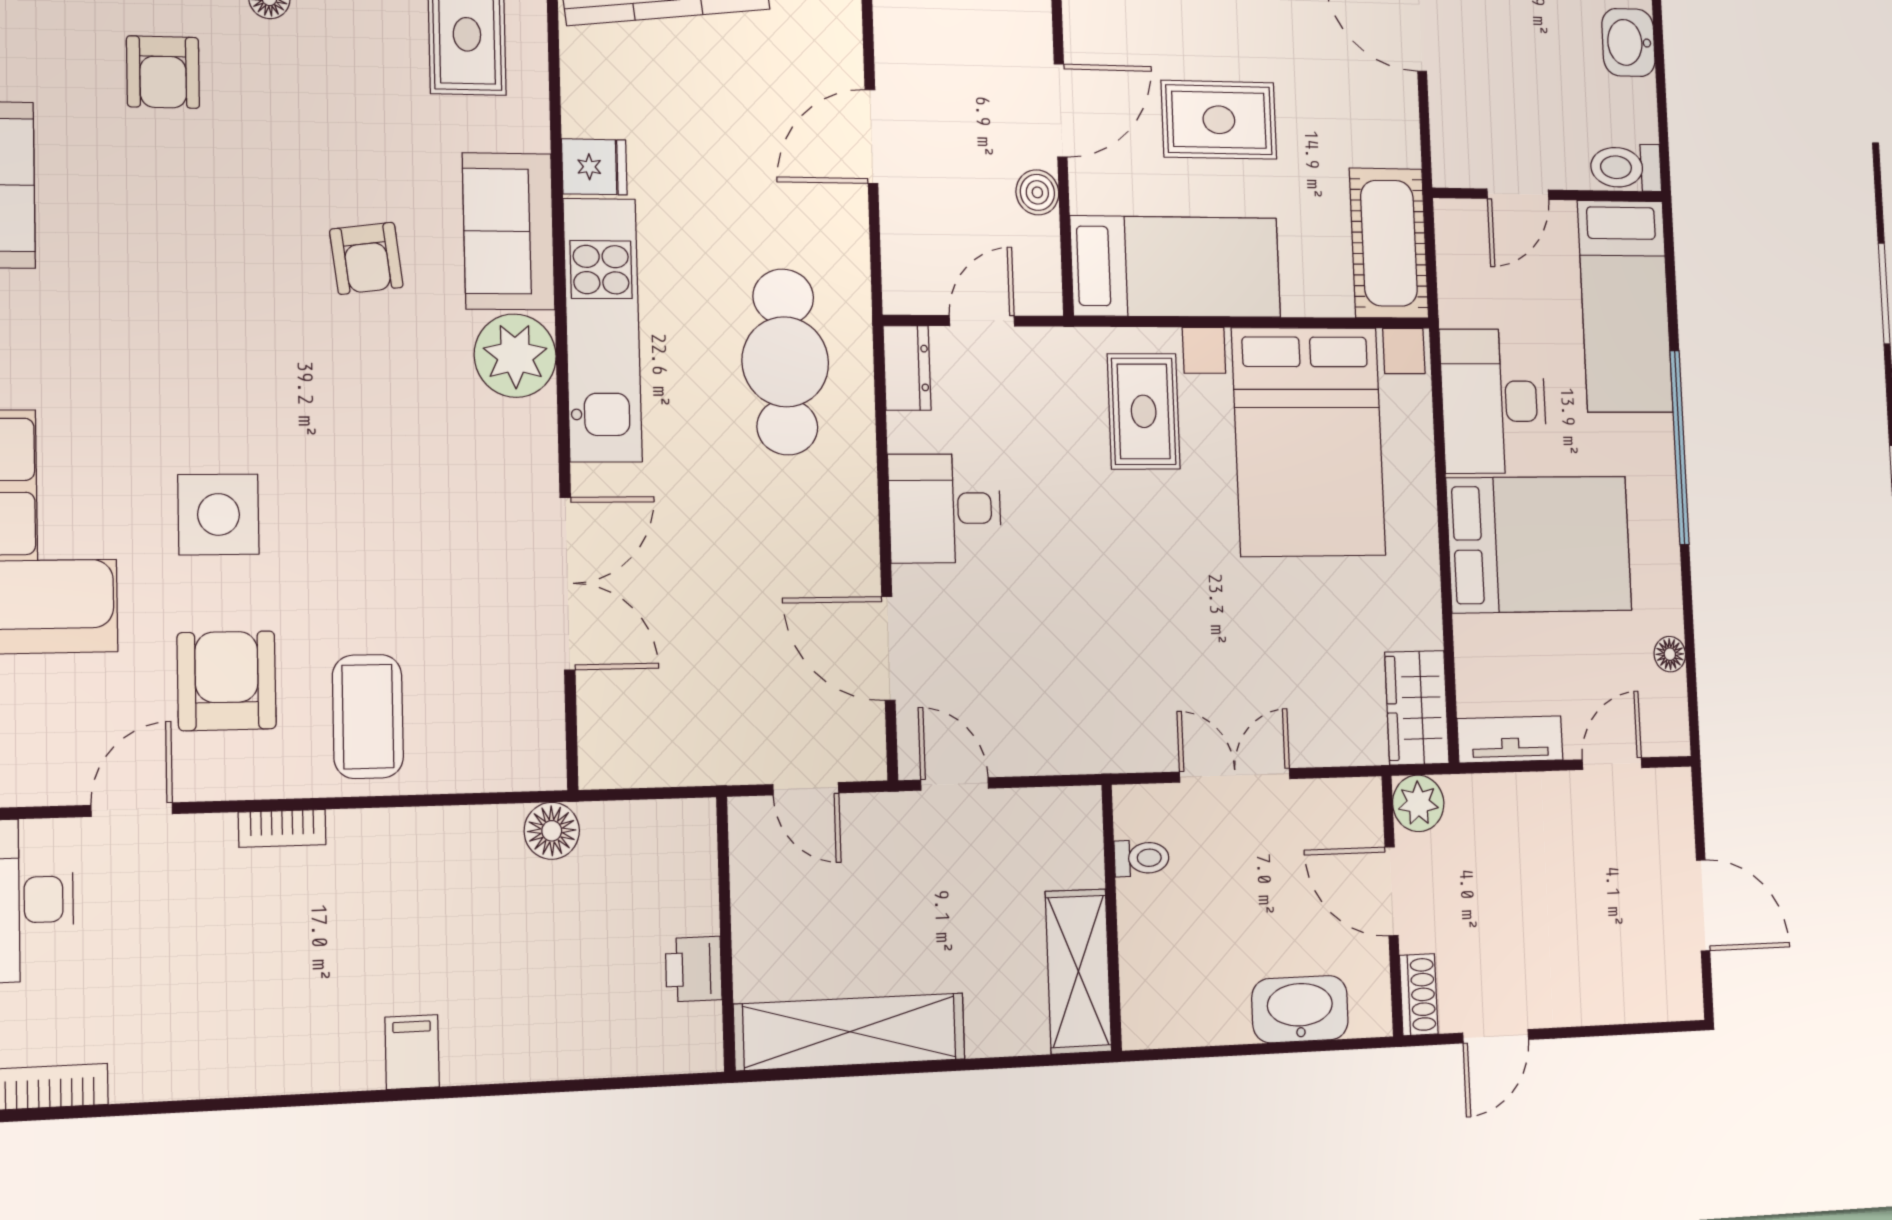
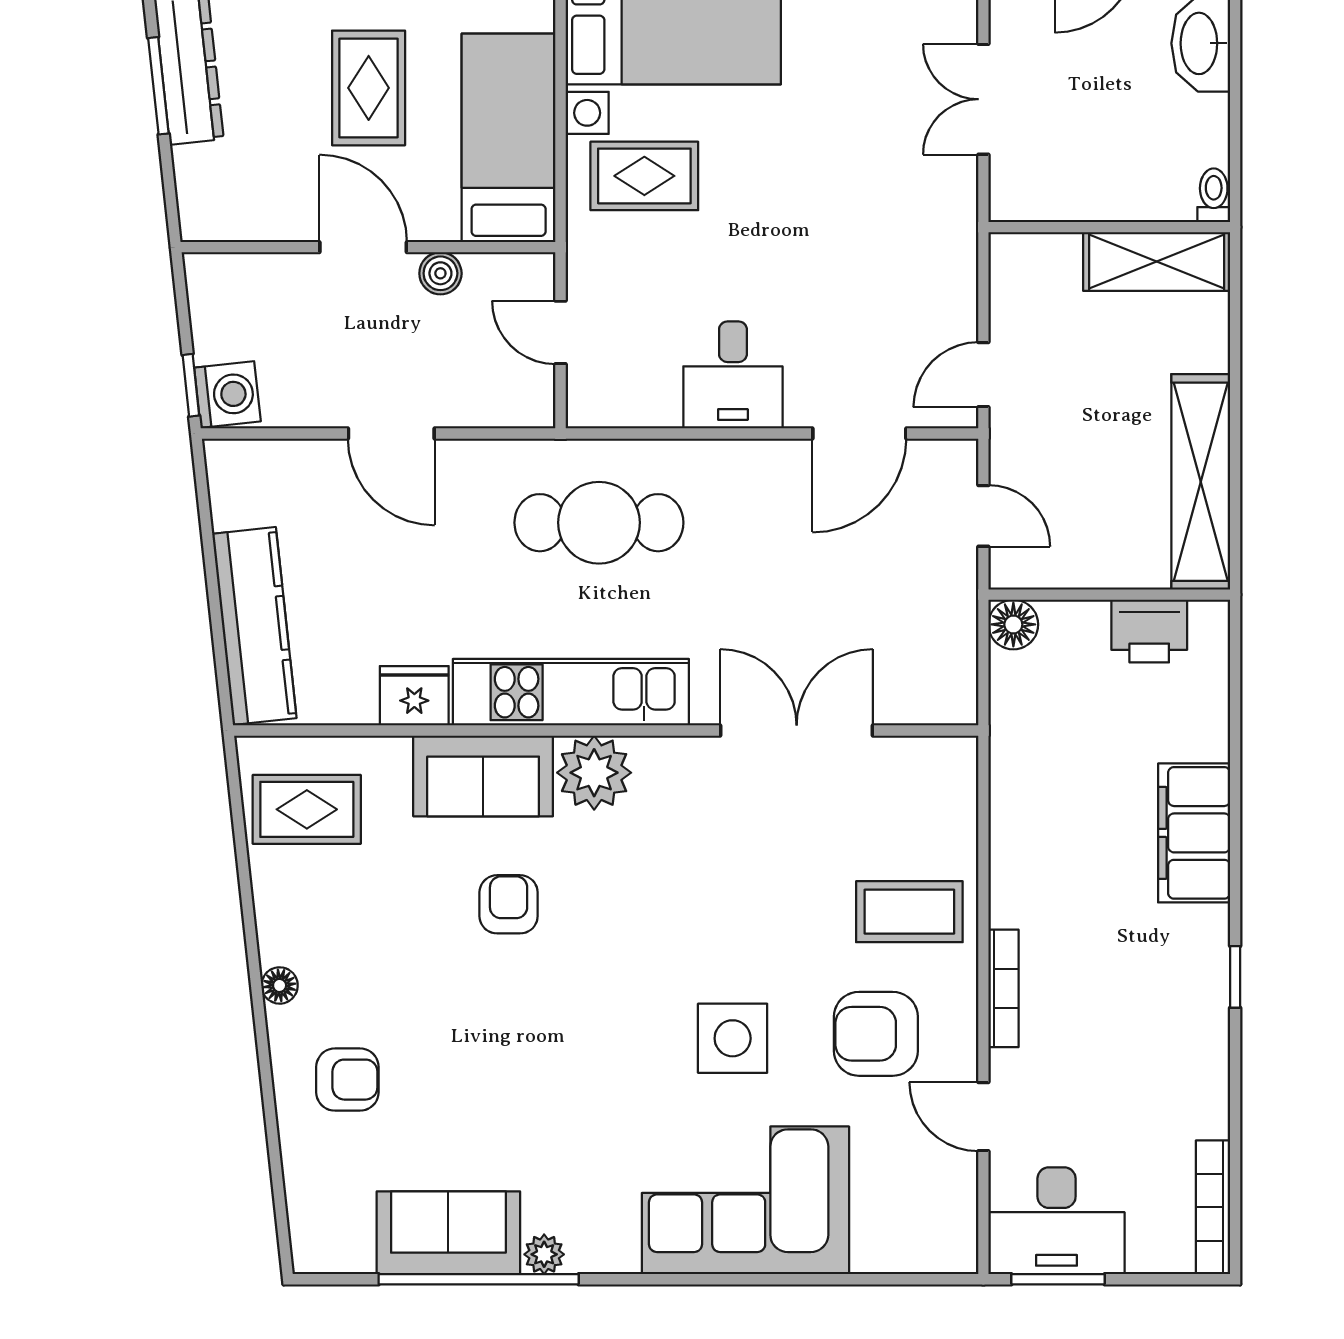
fridge: (594, 167) -> (414, 696), width x1.38
armchair: (366, 258) -> (509, 904), turned -83
dresser: (907, 368) -> (604, 407), removed
door: (806, 789) -> (983, 516), hinge flipped
bookcase: (282, 828) -> (1004, 988), width x1.56
floor lamp: (552, 831) -> (1013, 624), moved
toilet: (1142, 858) -> (1214, 195), moved
printer: (694, 969) -> (1149, 631), width x1.36, depth x1.24
filing cabinet: (412, 1052) -> (1194, 833), width x3.00, depth x1.17
window: (301, 1100) -> (1235, 977), added

